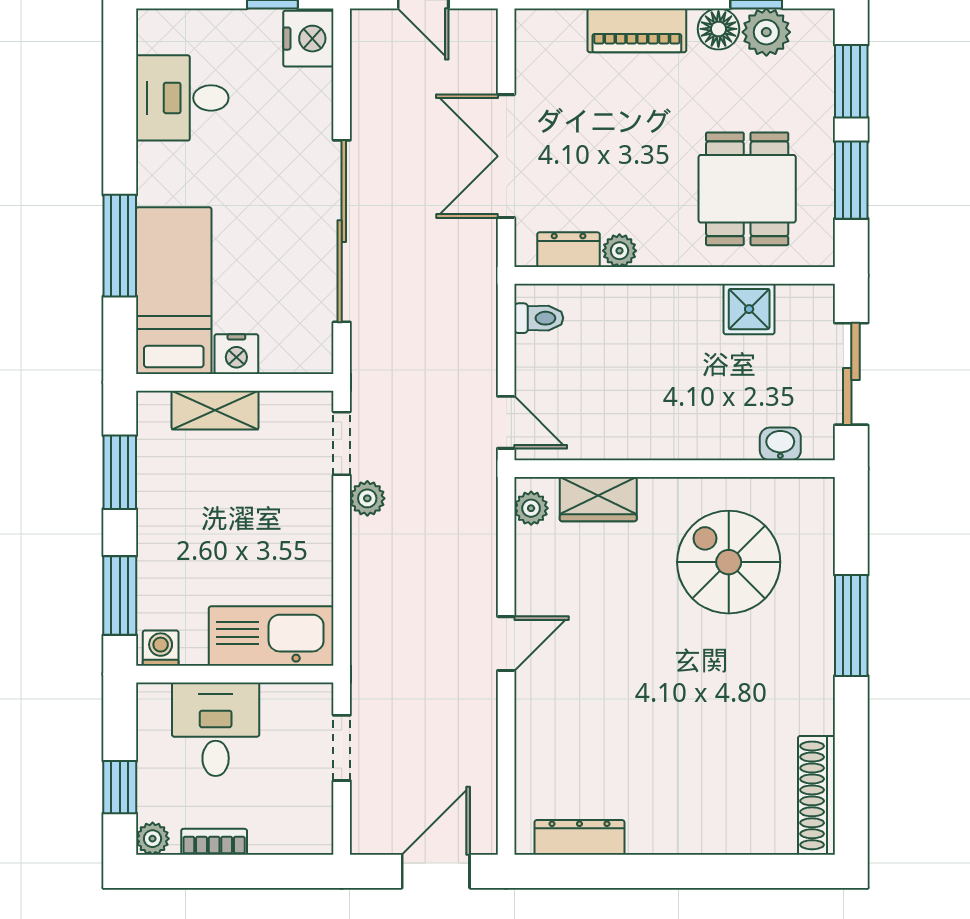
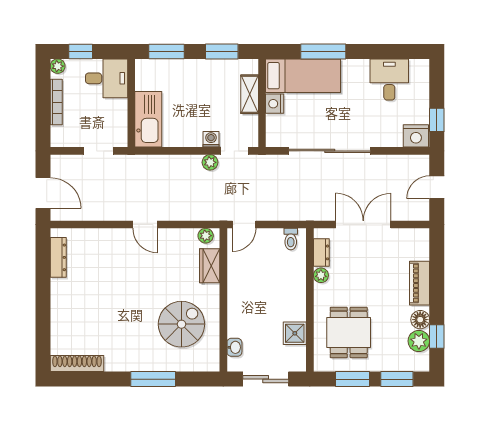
dining table: (747, 189) -> (349, 332), turned 90
washing machine: (161, 648) -> (211, 139), moved, turned -90
desk: (216, 729) -> (107, 78), moved
bookcase: (214, 842) -> (56, 102), width x1.56

